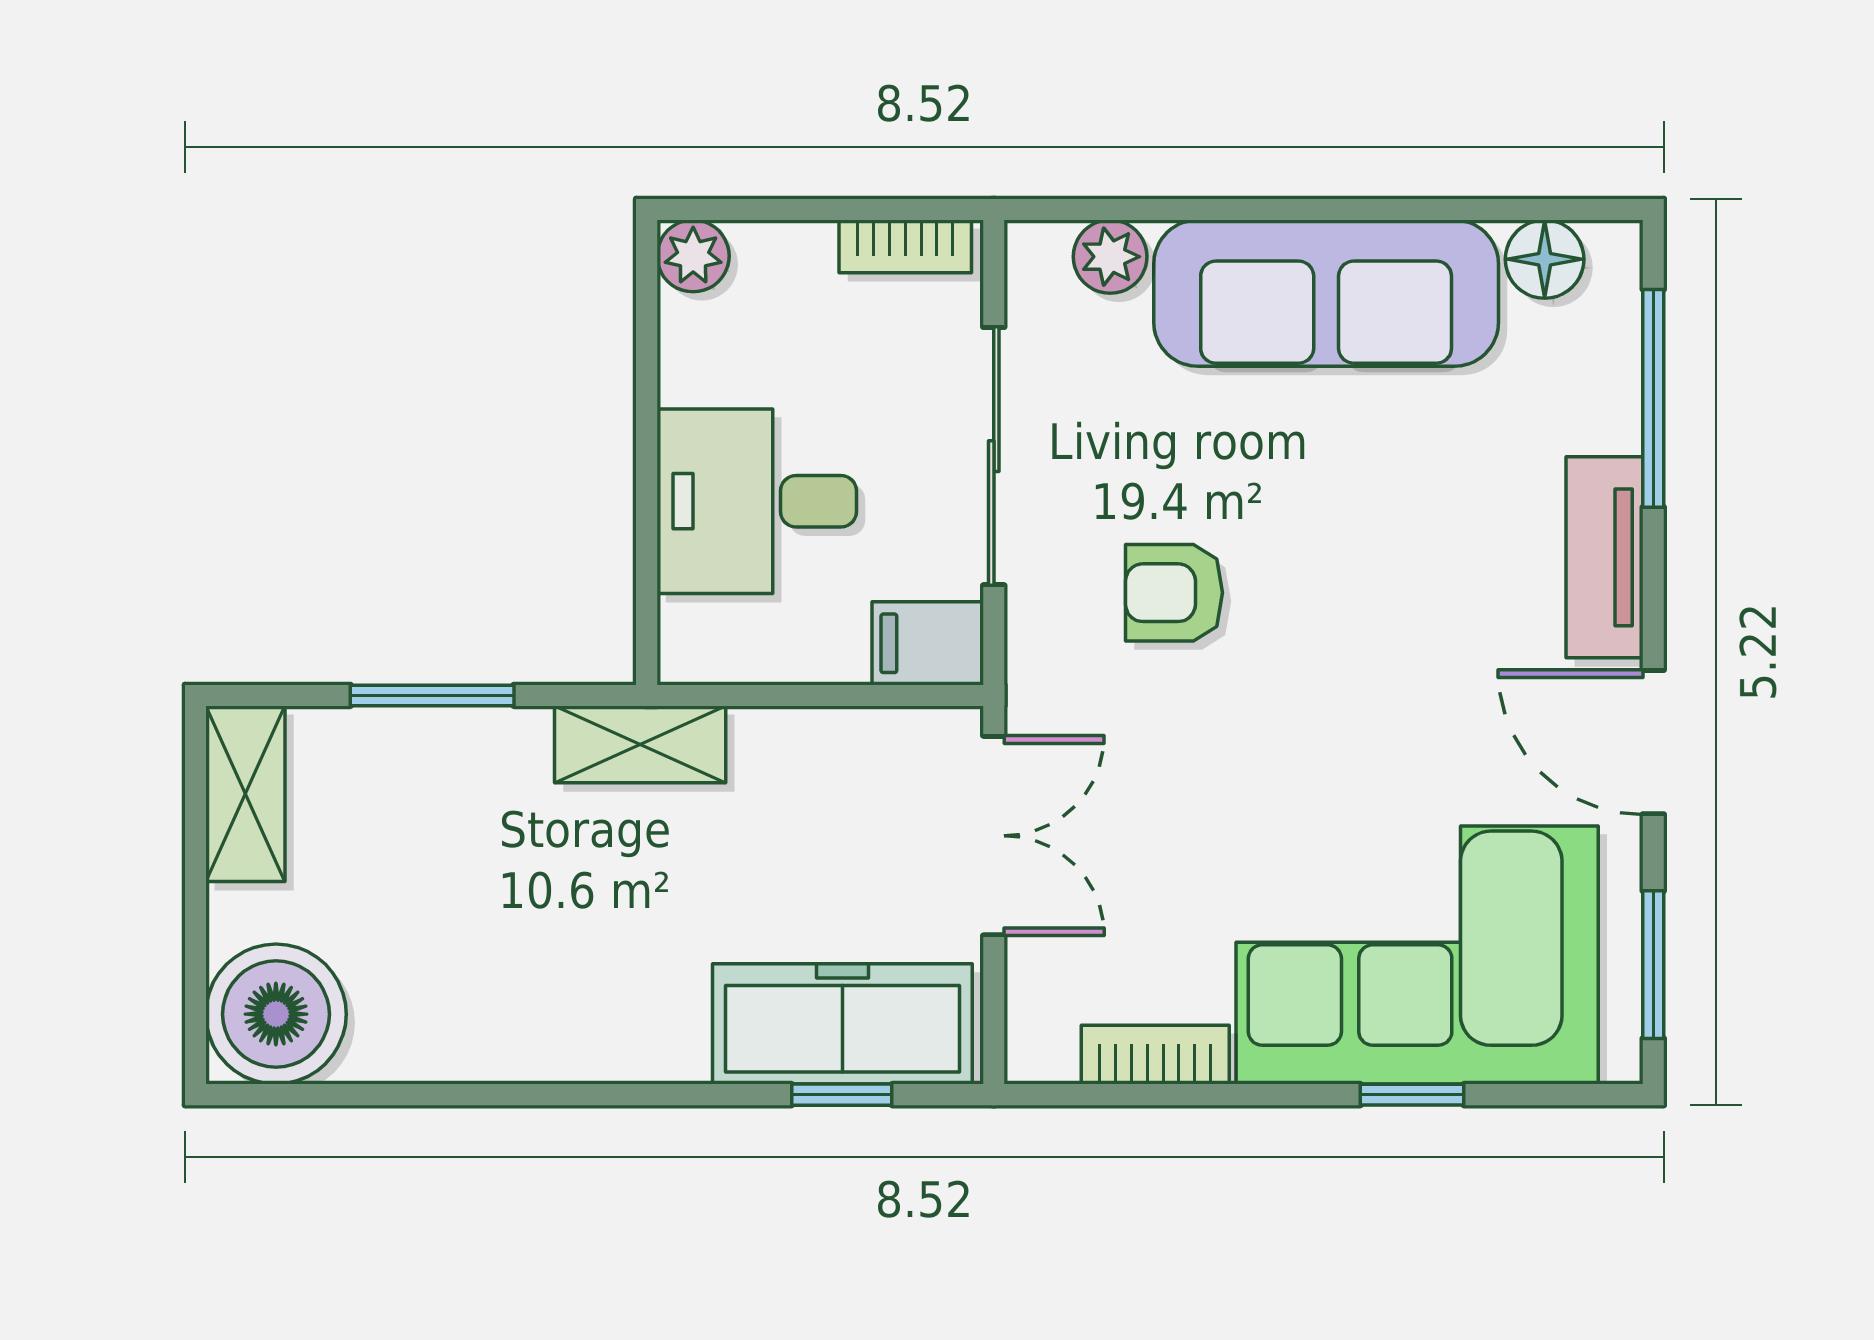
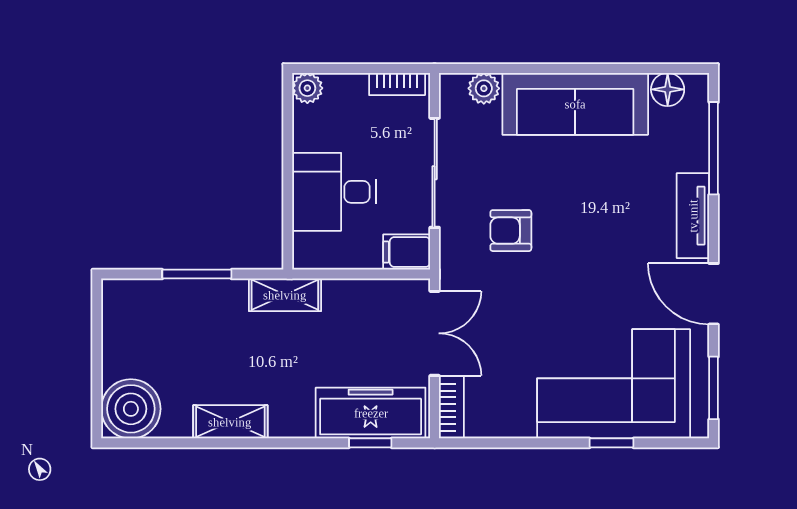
shelving: (245, 794) -> (230, 422), moved, turned 90
bookcase: (1155, 1055) -> (451, 407), moved, turned 90

